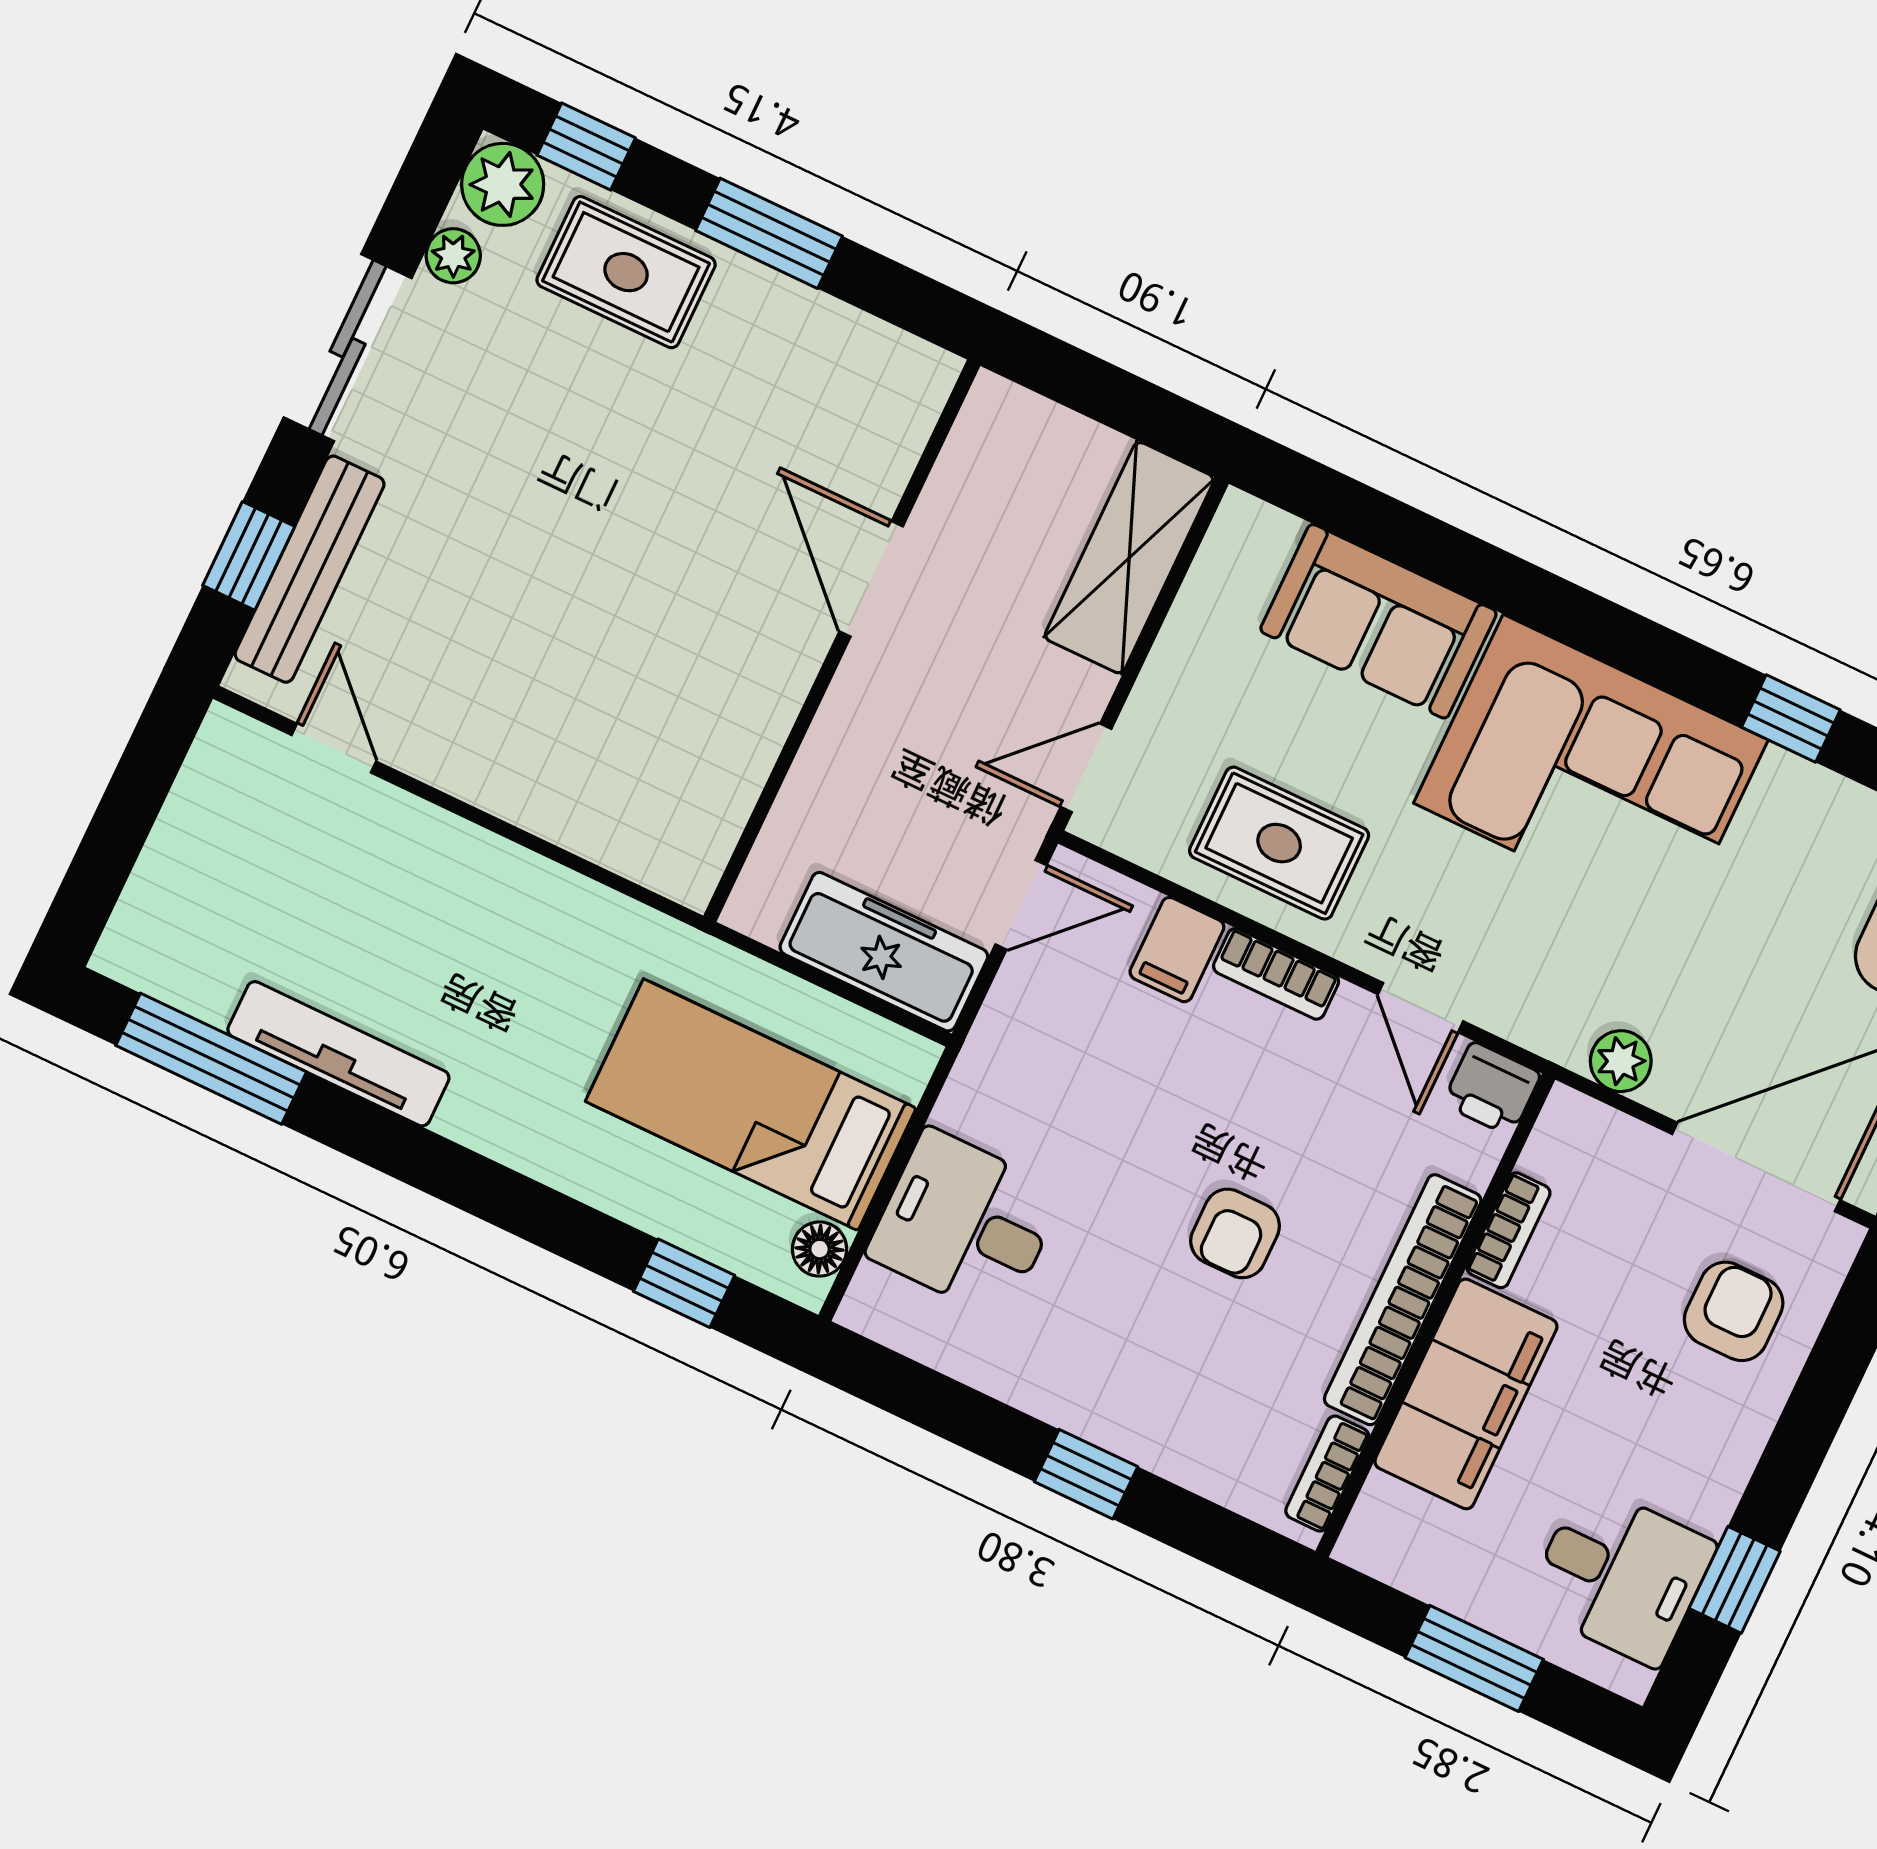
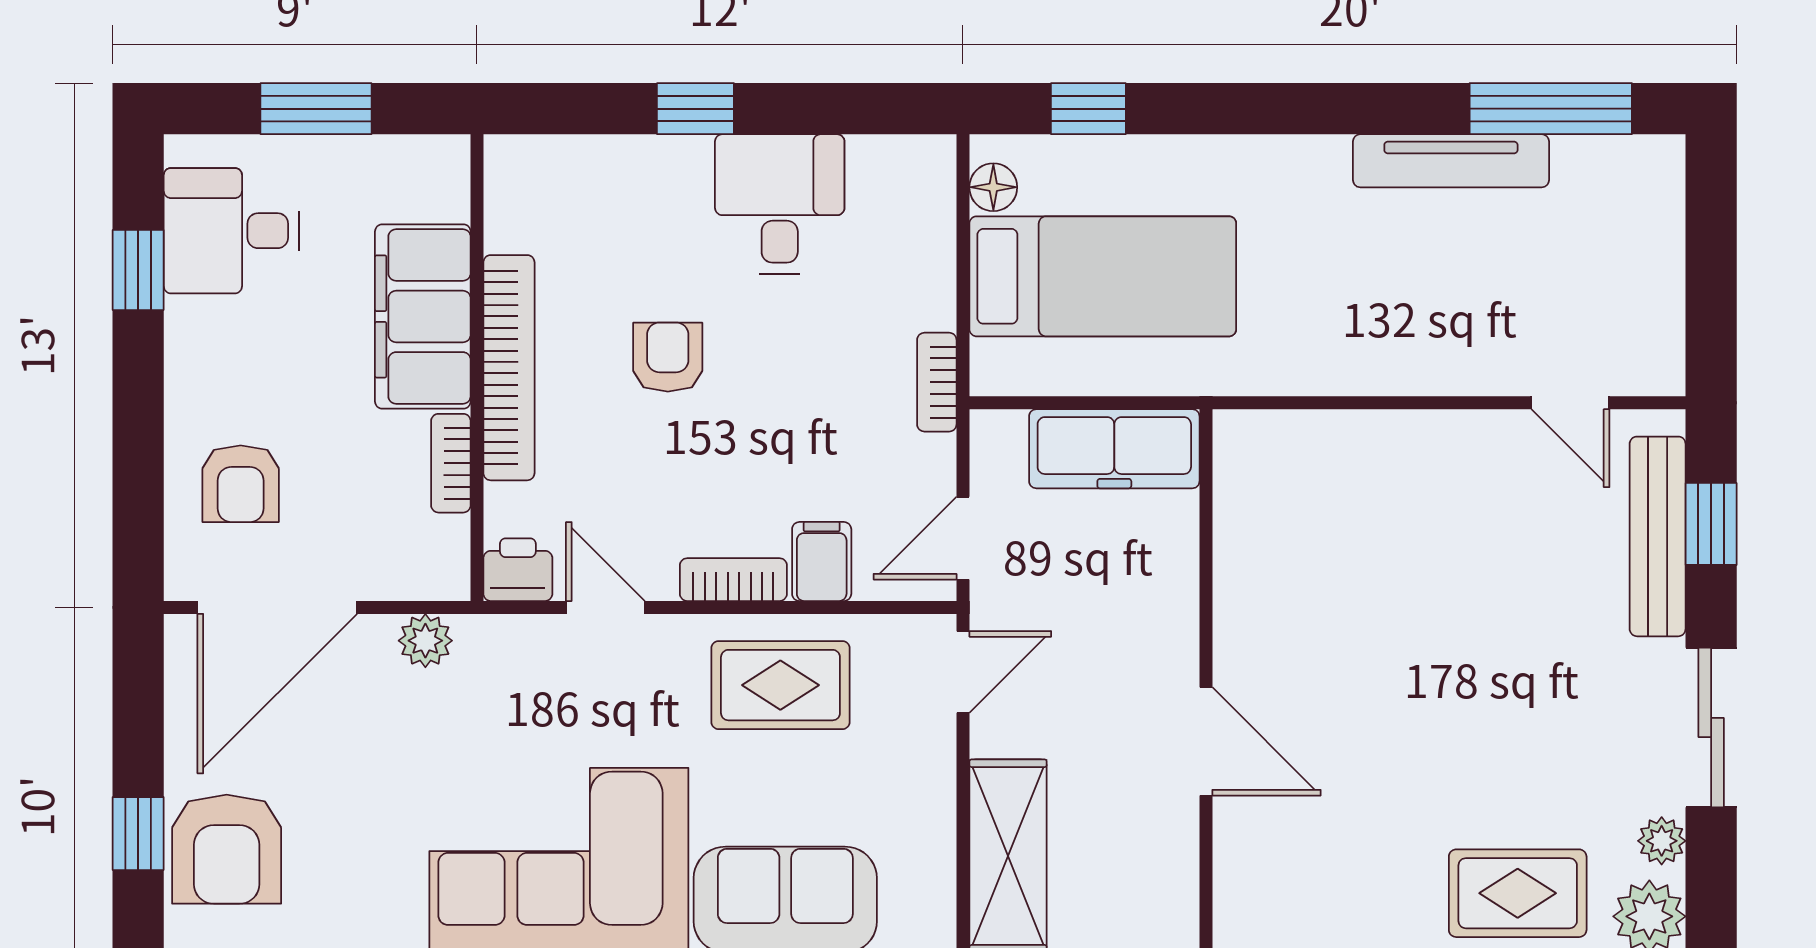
freezer: (884, 952) -> (1114, 449), moved
desk: (965, 1223) -> (780, 204), moved, turned -90
bookcase: (1327, 1474) -> (937, 382), moved, turned 180

